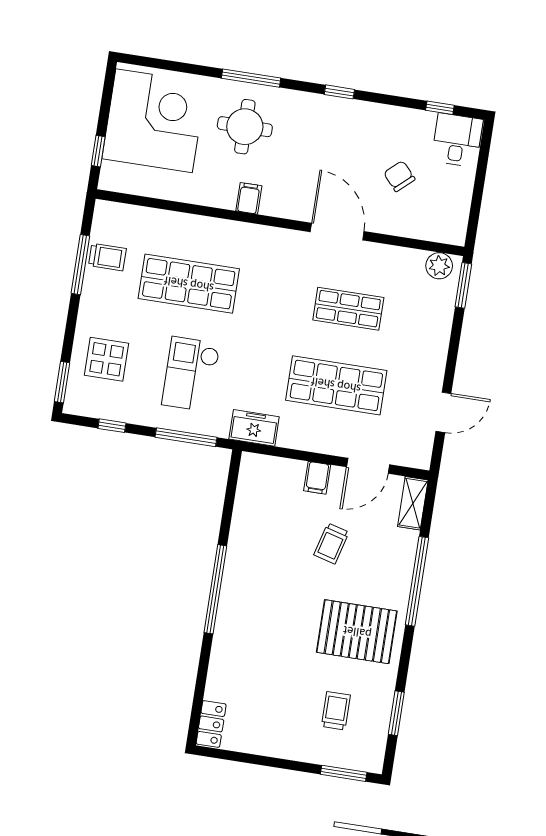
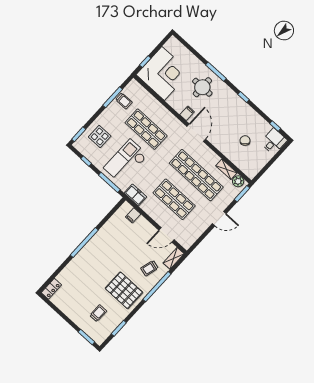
corner desk: (154, 121) -> (163, 73), moved
door: (337, 232) -> (196, 133), moved
shelving: (400, 258) -> (226, 169), added
shop shelf: (348, 309) -> (196, 175), width x2.00, depth x1.36
checkout: (191, 374) -> (126, 161), width x1.36, depth x1.21
door: (443, 412) -> (219, 219), moved
filing cabinet: (317, 478) -> (133, 215), moved
trolley: (331, 544) -> (149, 268), moved

